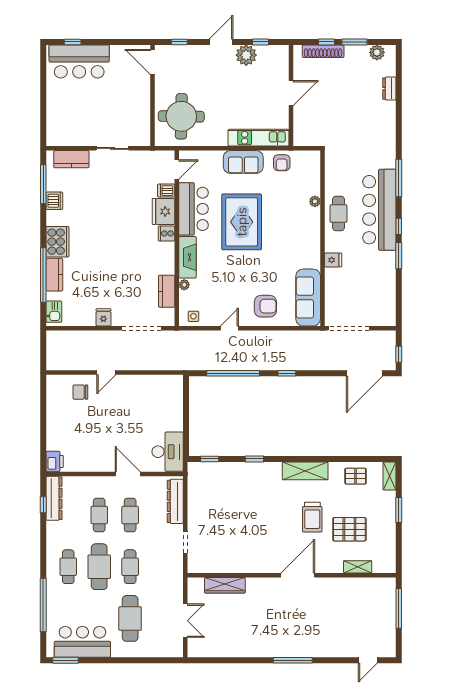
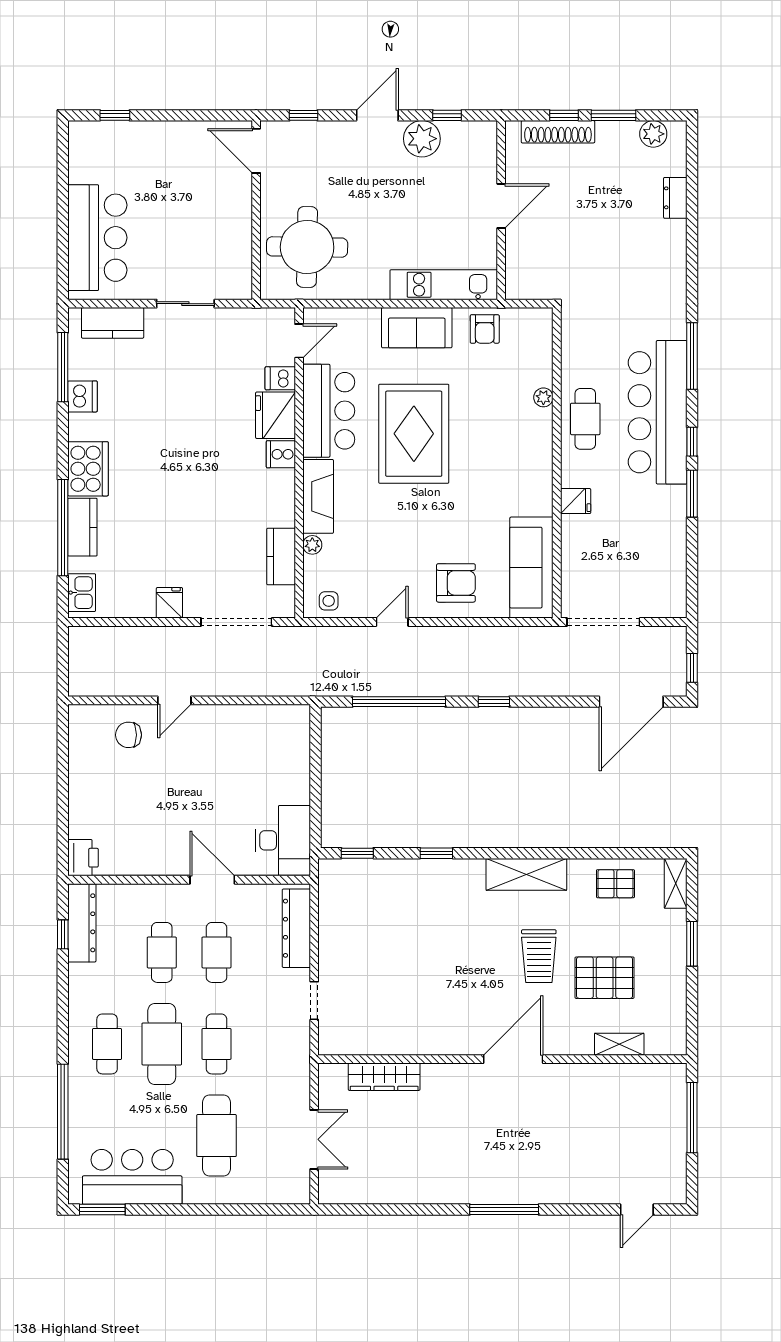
bar counter: (79, 61) -> (97, 238), moved, turned -90

